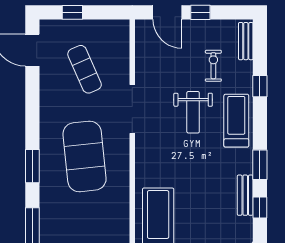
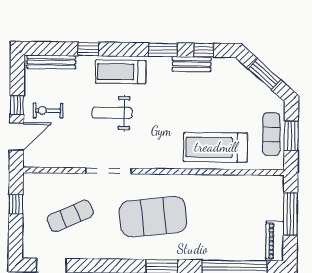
window: (72, 12) -> (16, 204), moved
bench: (246, 41) -> (51, 62), width x1.36
exercise bike: (213, 66) -> (48, 111), moved
weight bench: (193, 112) -> (112, 113), turned 180

